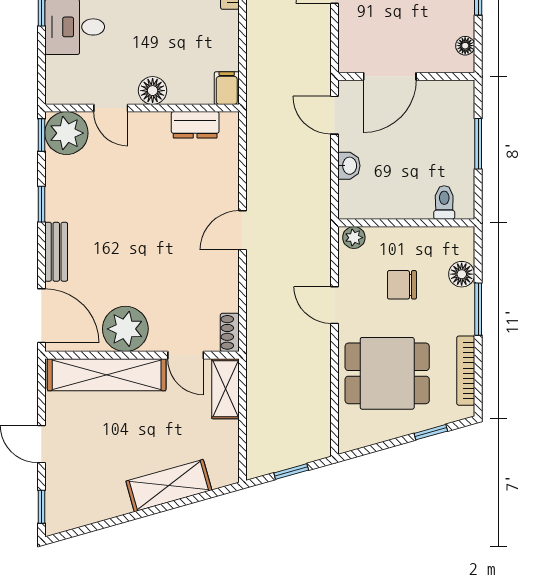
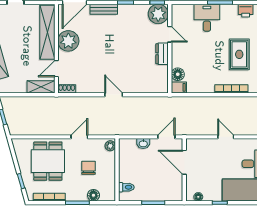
floor lamp: (153, 91) -> (178, 74), moved
door: (111, 108) -> (170, 34), swing flipped
dresser: (195, 125) -> (162, 54), moved

